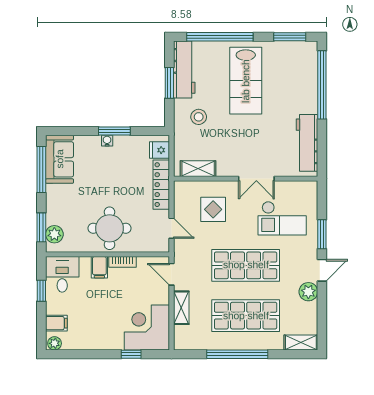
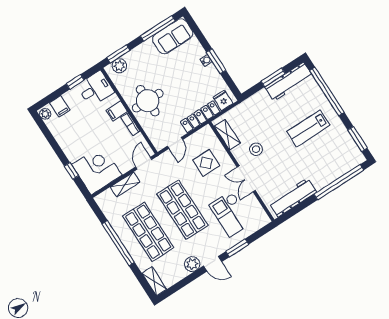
lab bench: (246, 81) -> (308, 128), width x0.73, depth x0.72
stool: (199, 117) -> (256, 149), moved

